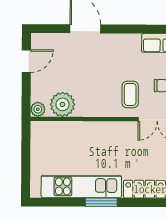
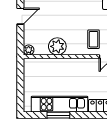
plant: (62, 104) -> (57, 46), moved
window: (101, 202) -> (58, 115), moved

